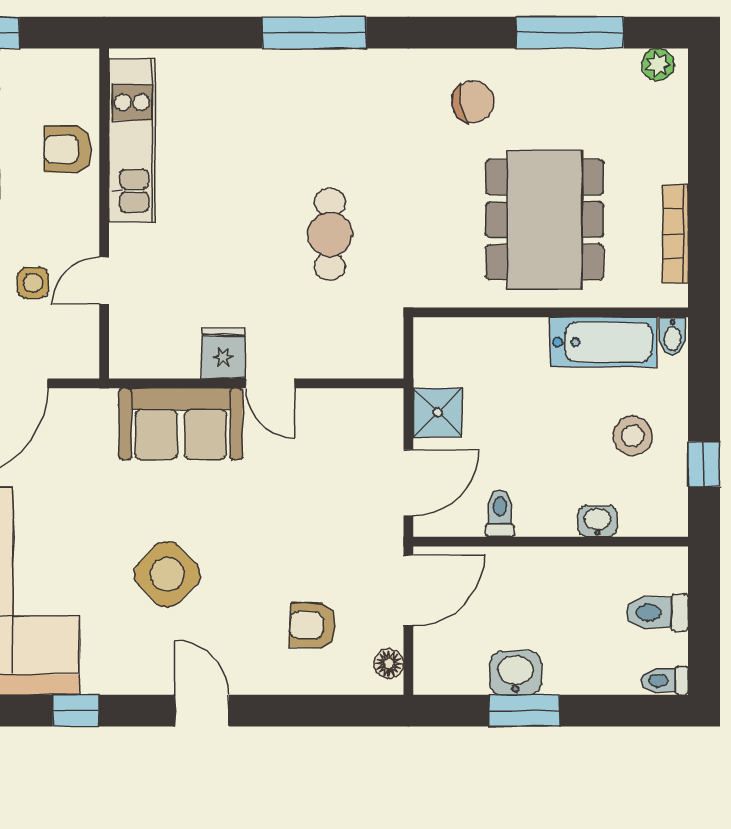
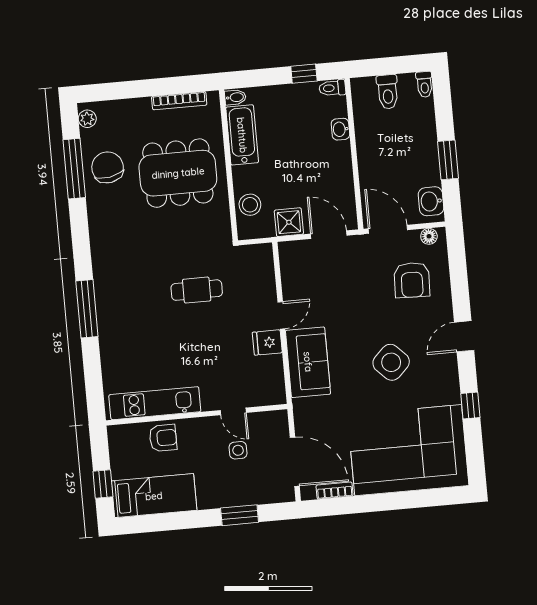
chair: (473, 102) -> (108, 167), moved, width x1.37, depth x1.37
armchair: (68, 149) -> (163, 438), turned -90
stool: (633, 436) -> (250, 205), moved
toilet: (500, 513) -> (332, 88), moved
armchair: (313, 626) -> (412, 280), width x1.38, depth x1.38
washbasin: (515, 673) -> (431, 201), moved

